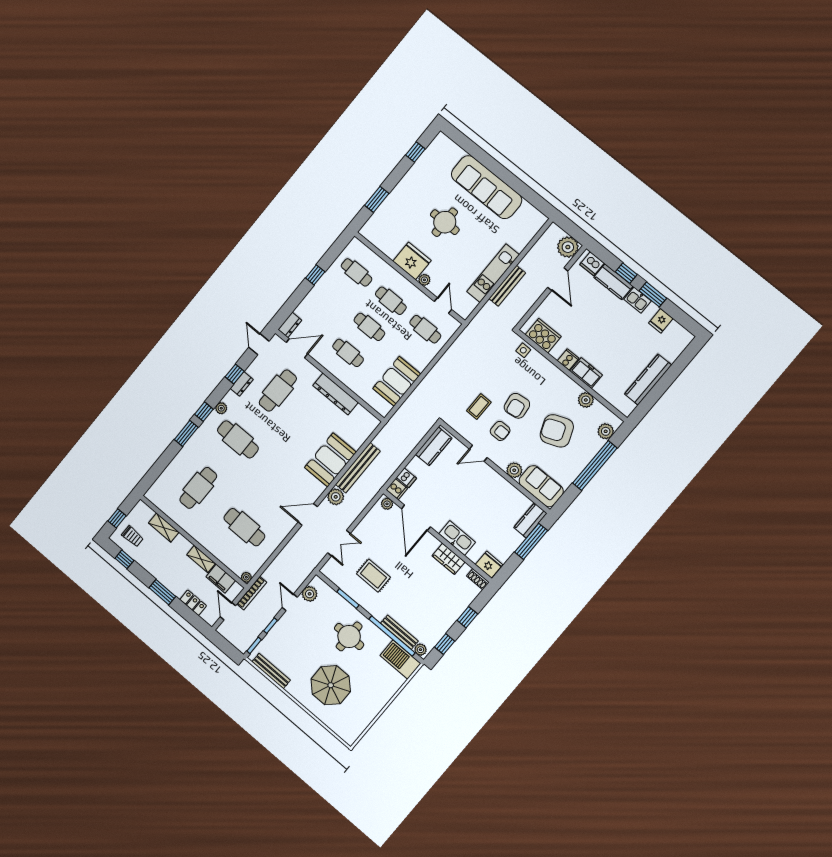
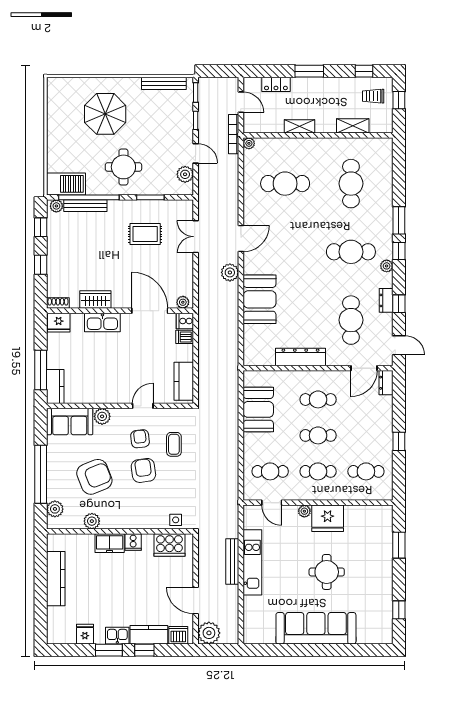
armchair: (500, 431) -> (140, 439), turned 83
bench: (358, 468) -> (231, 312), removed
filing cabinet: (221, 579) -> (269, 124), removed

